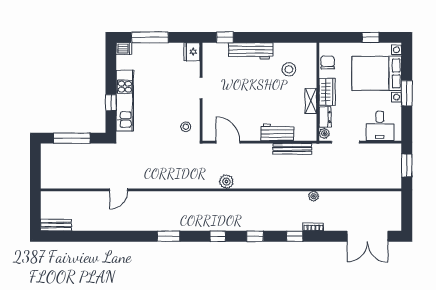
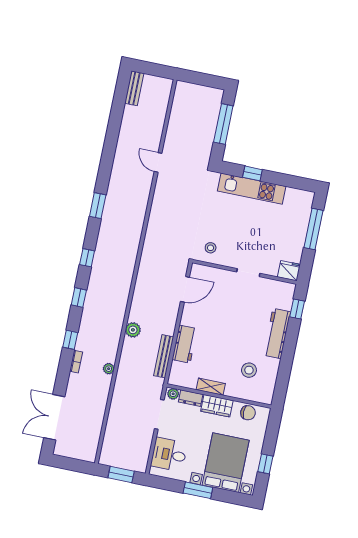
dishwasher: (124, 49) -> (307, 199), removed
plant: (226, 182) -> (133, 330), moved

